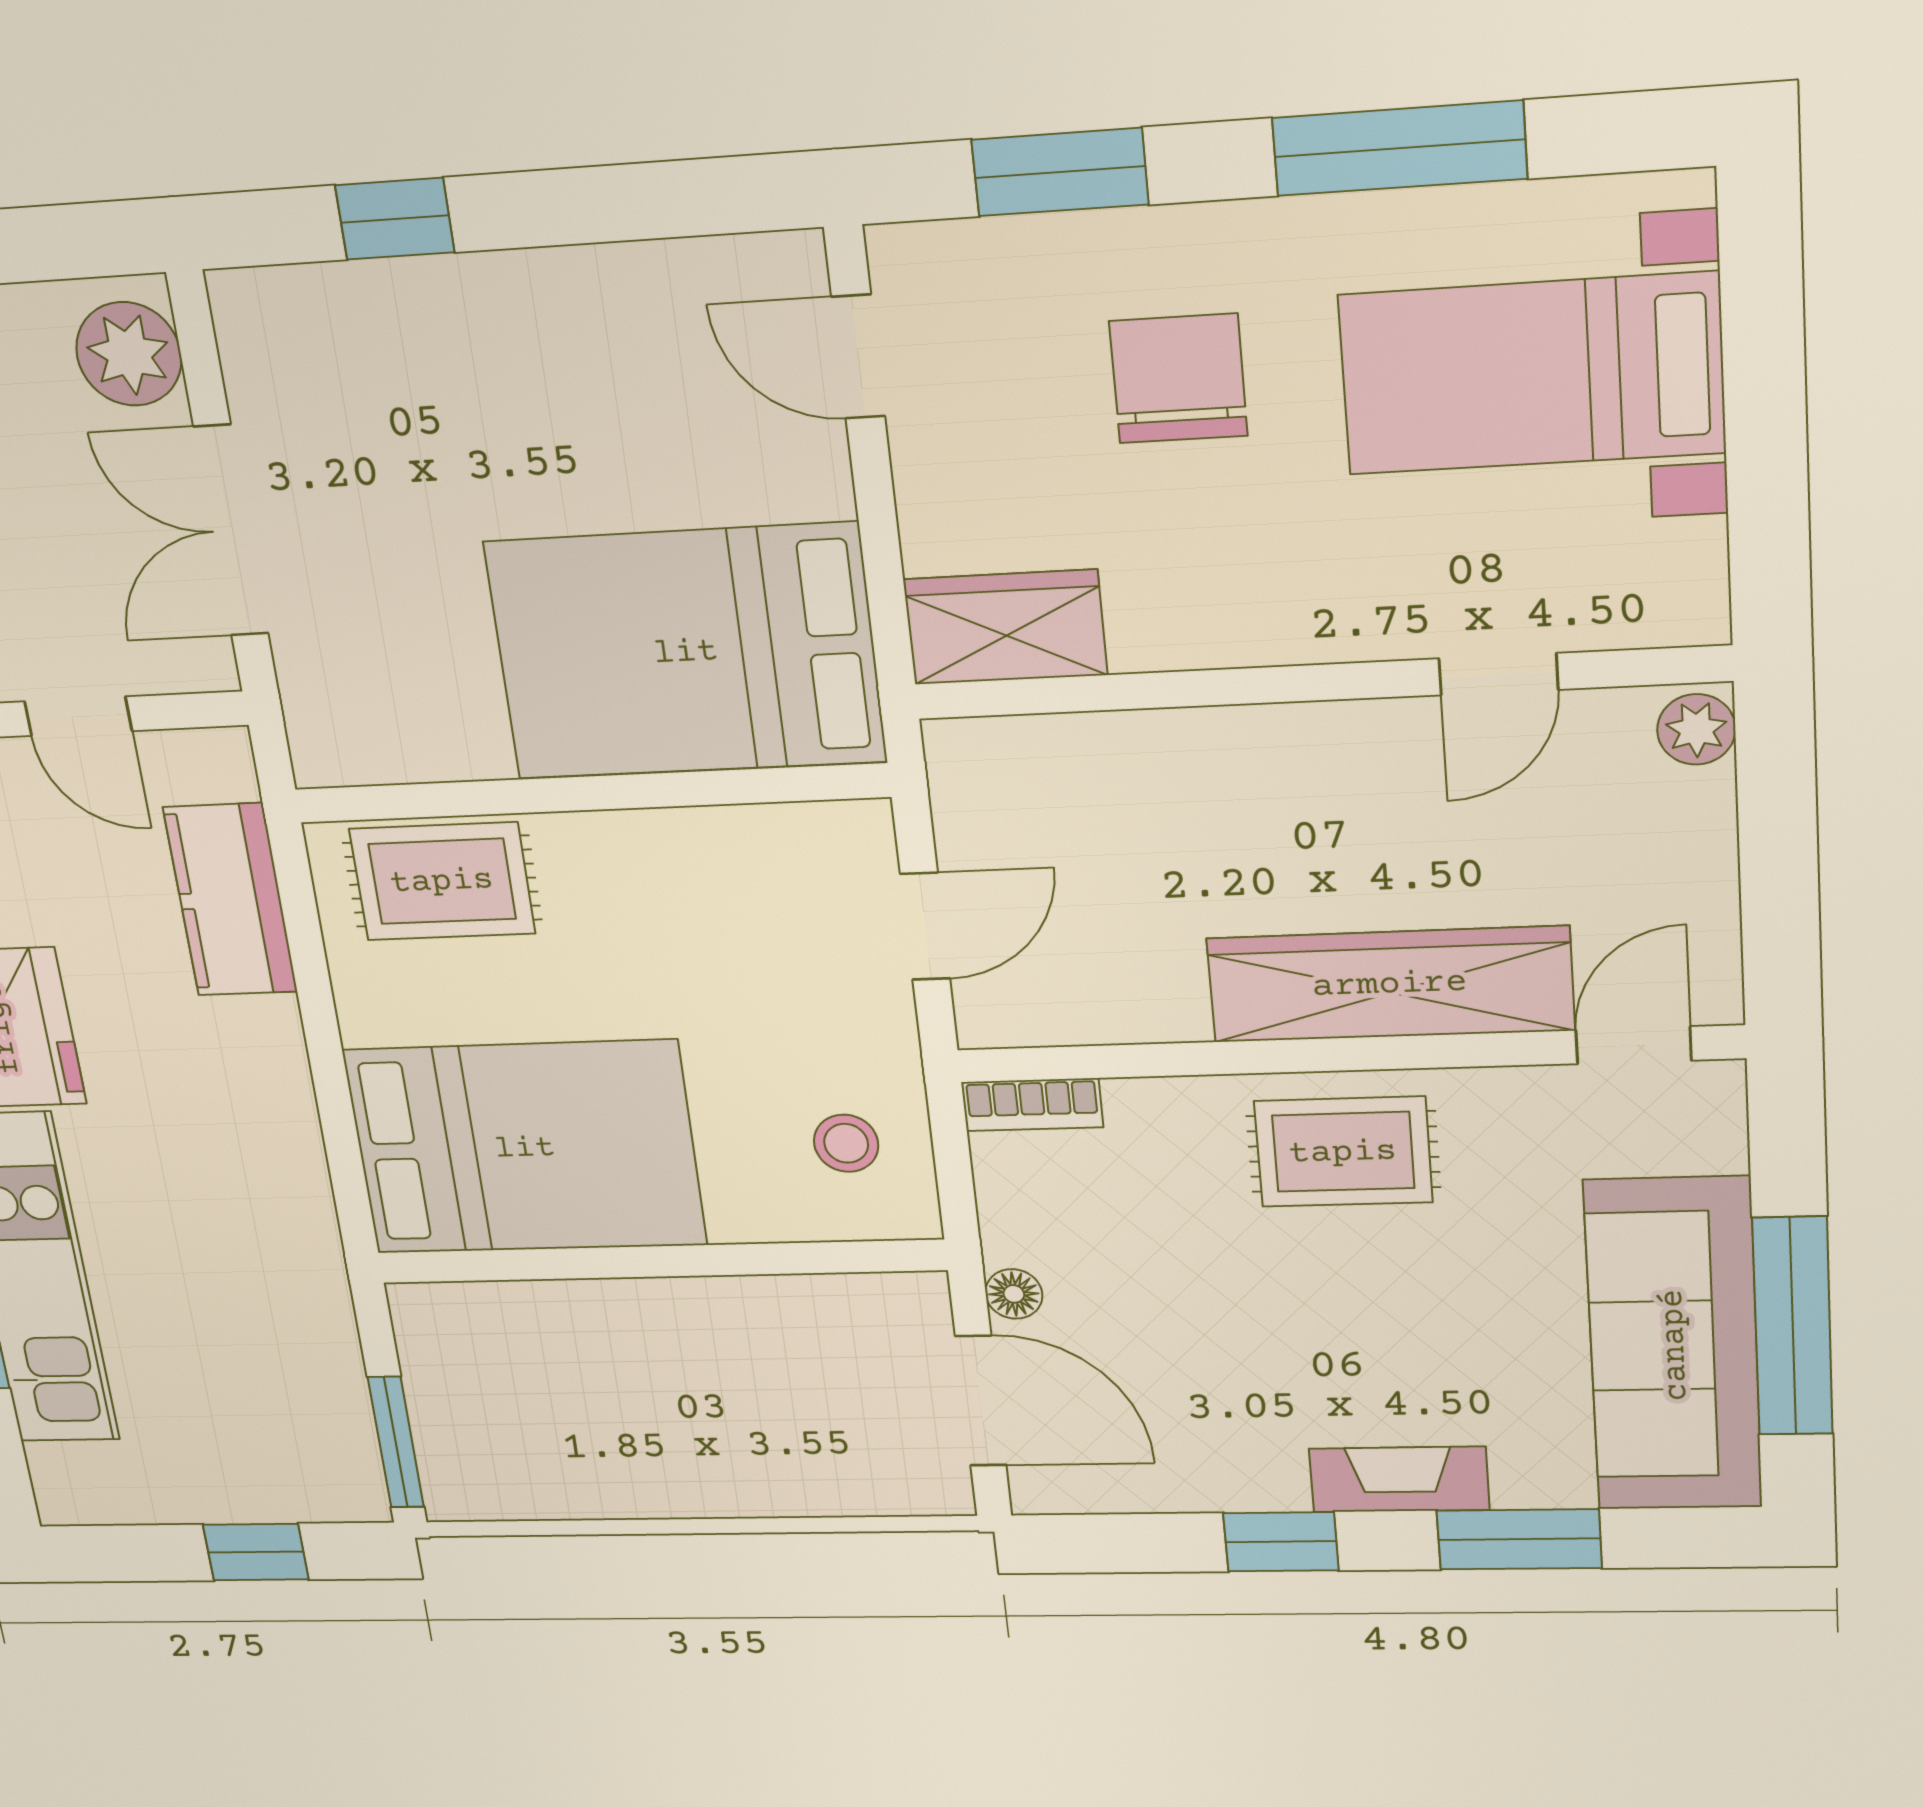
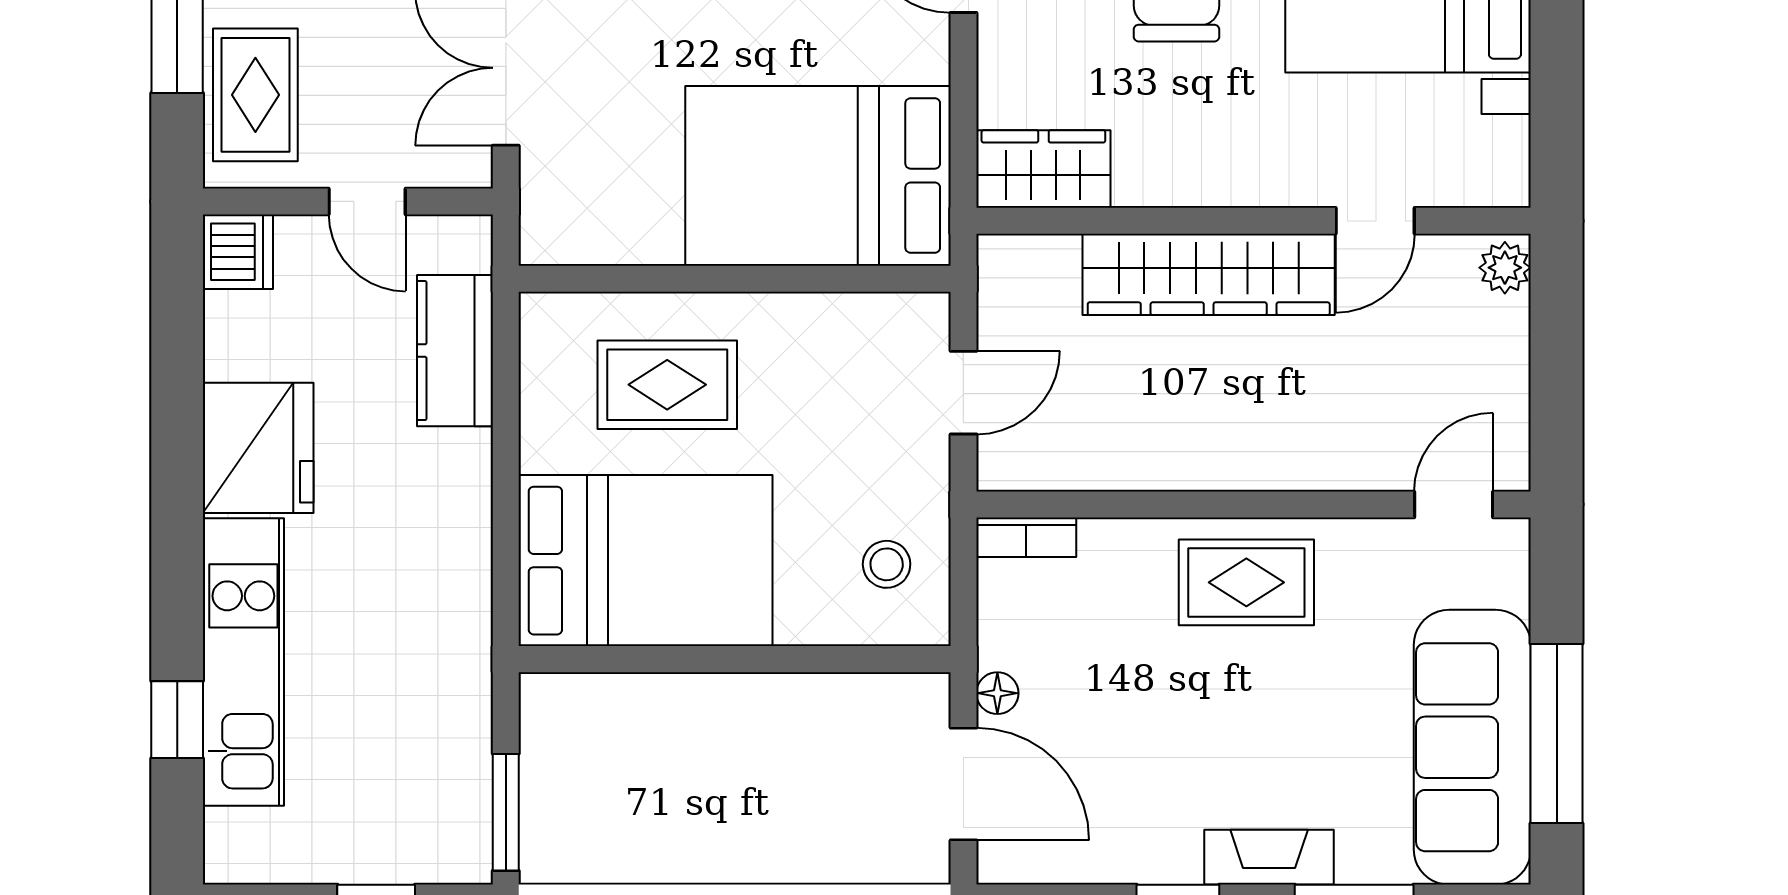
rug: (442, 881) -> (667, 385), moved
wardrobe: (1390, 984) -> (1209, 274), moved, turned 180

